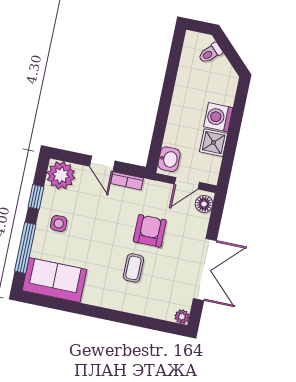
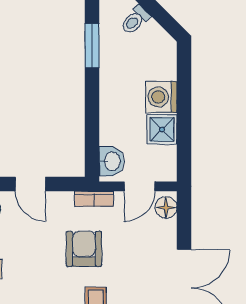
window: (173, 66) -> (92, 46), added
bookcase: (127, 181) -> (94, 199), moved
armchair: (150, 231) -> (84, 249), moved

